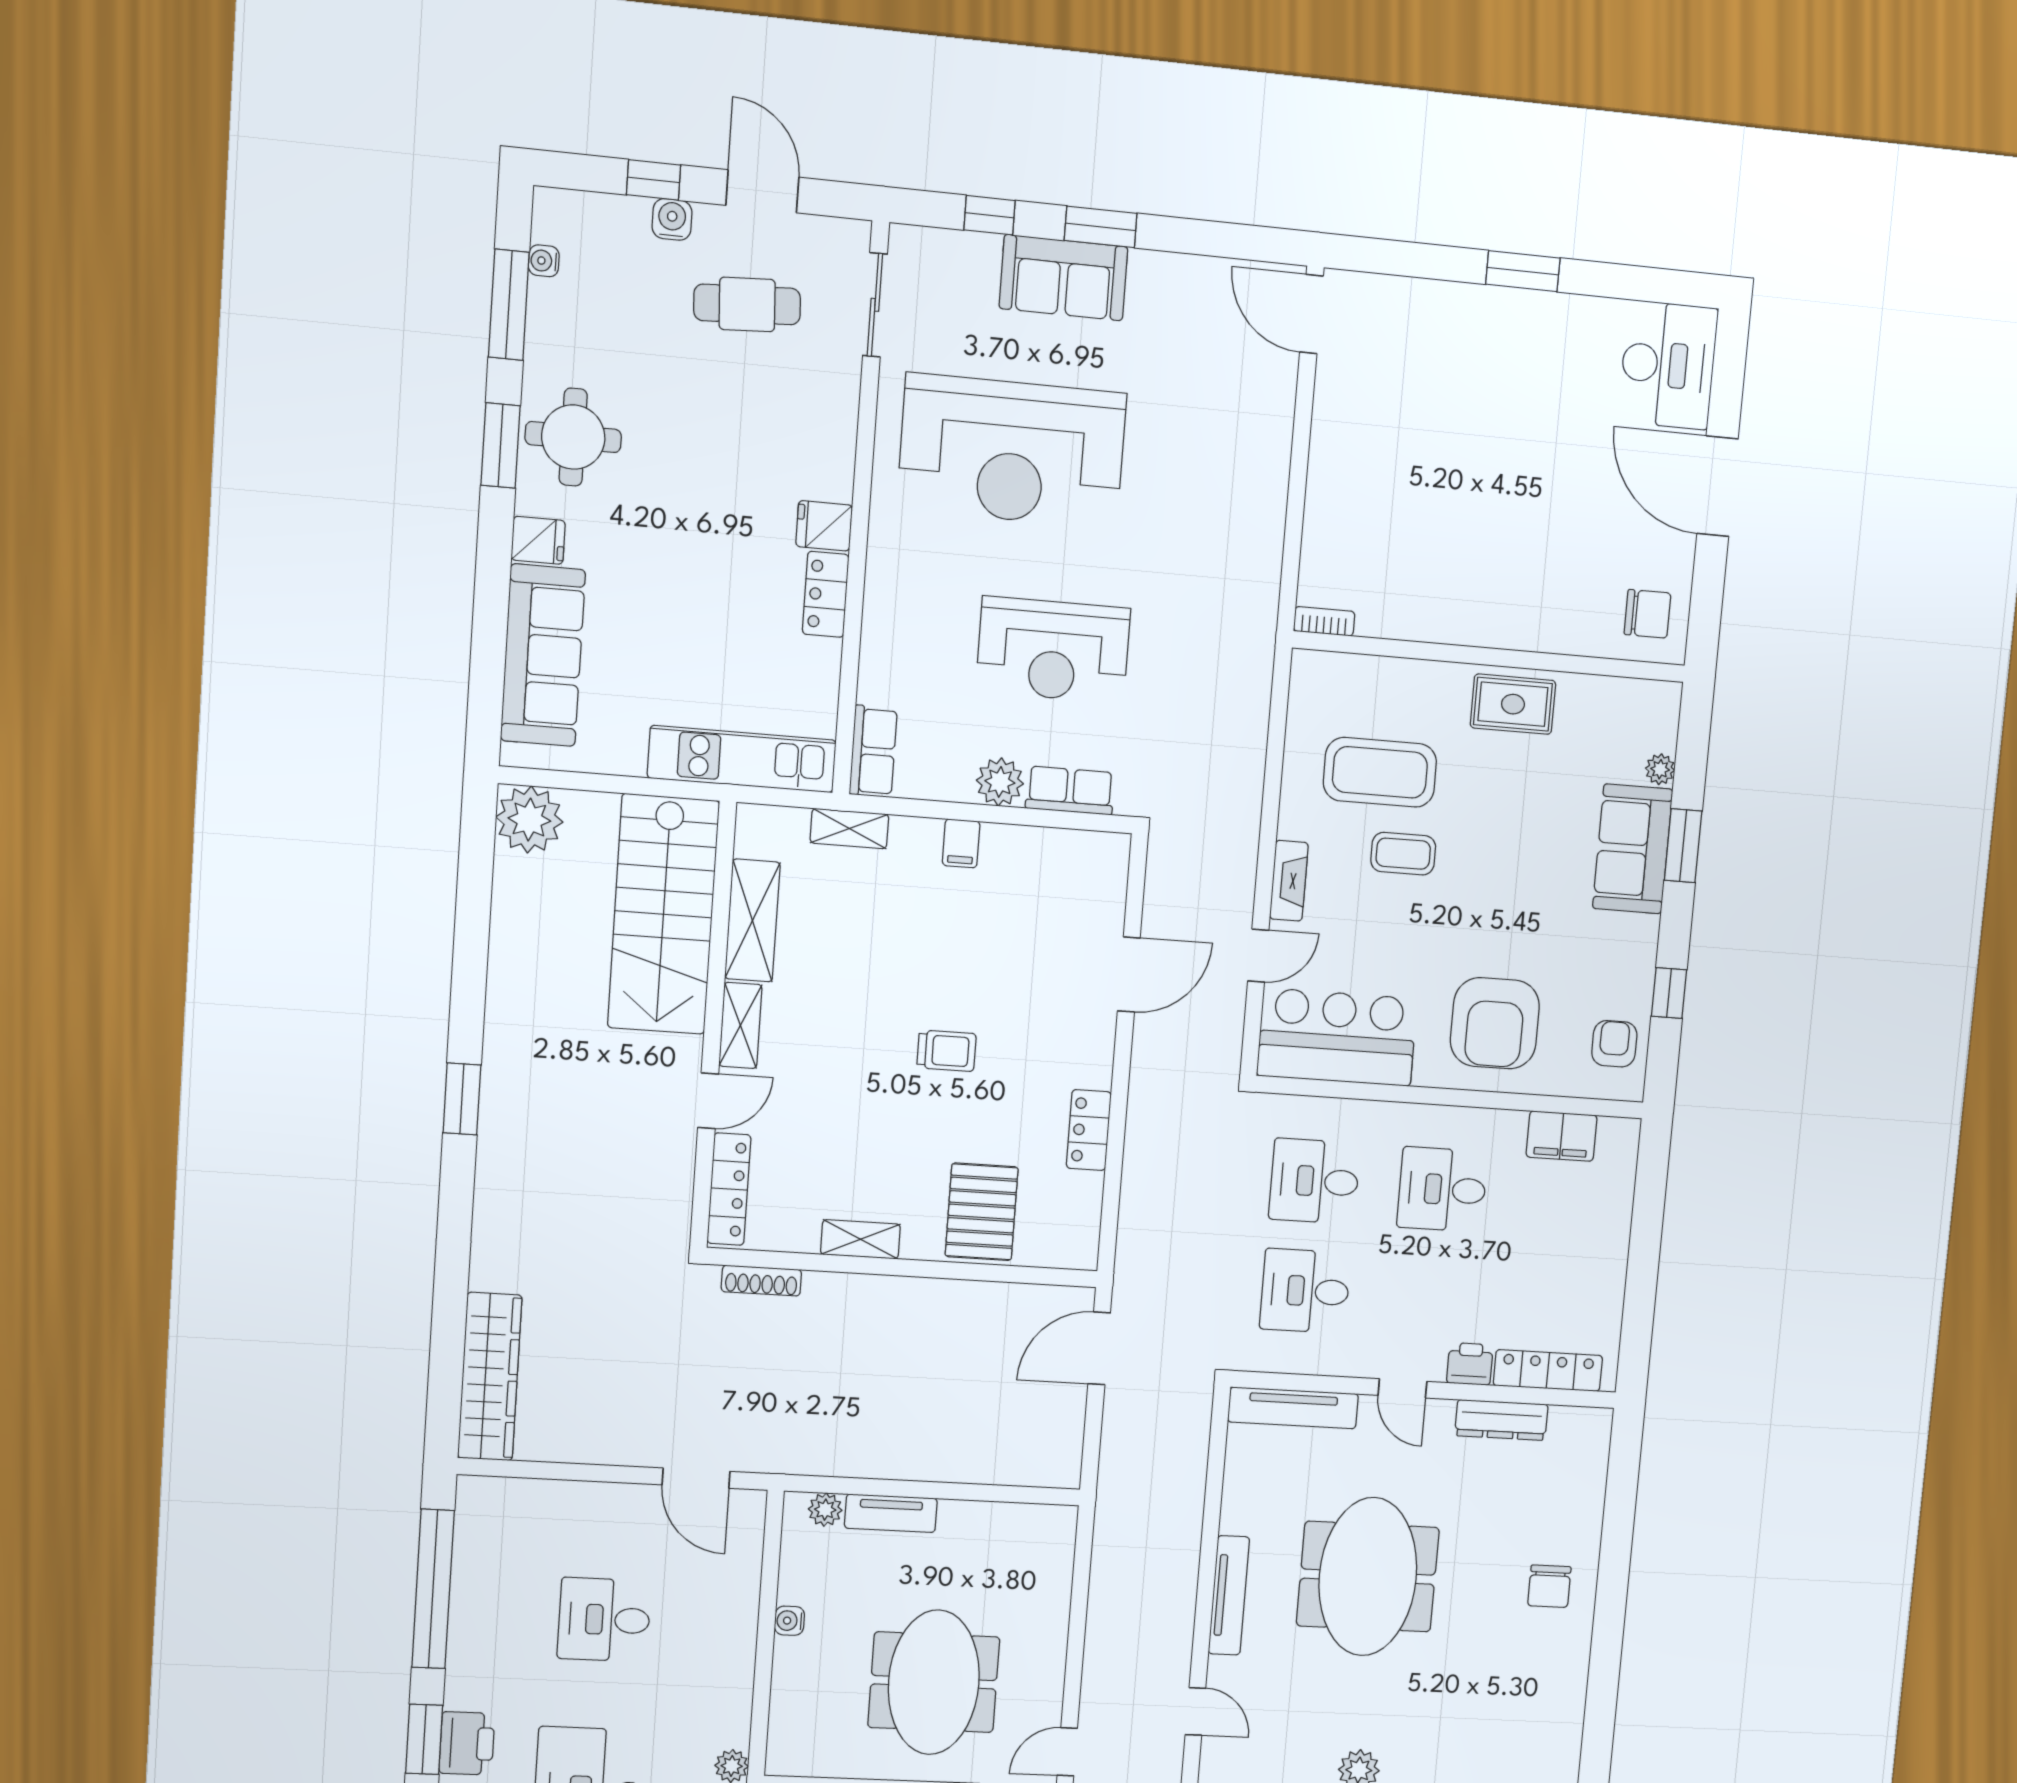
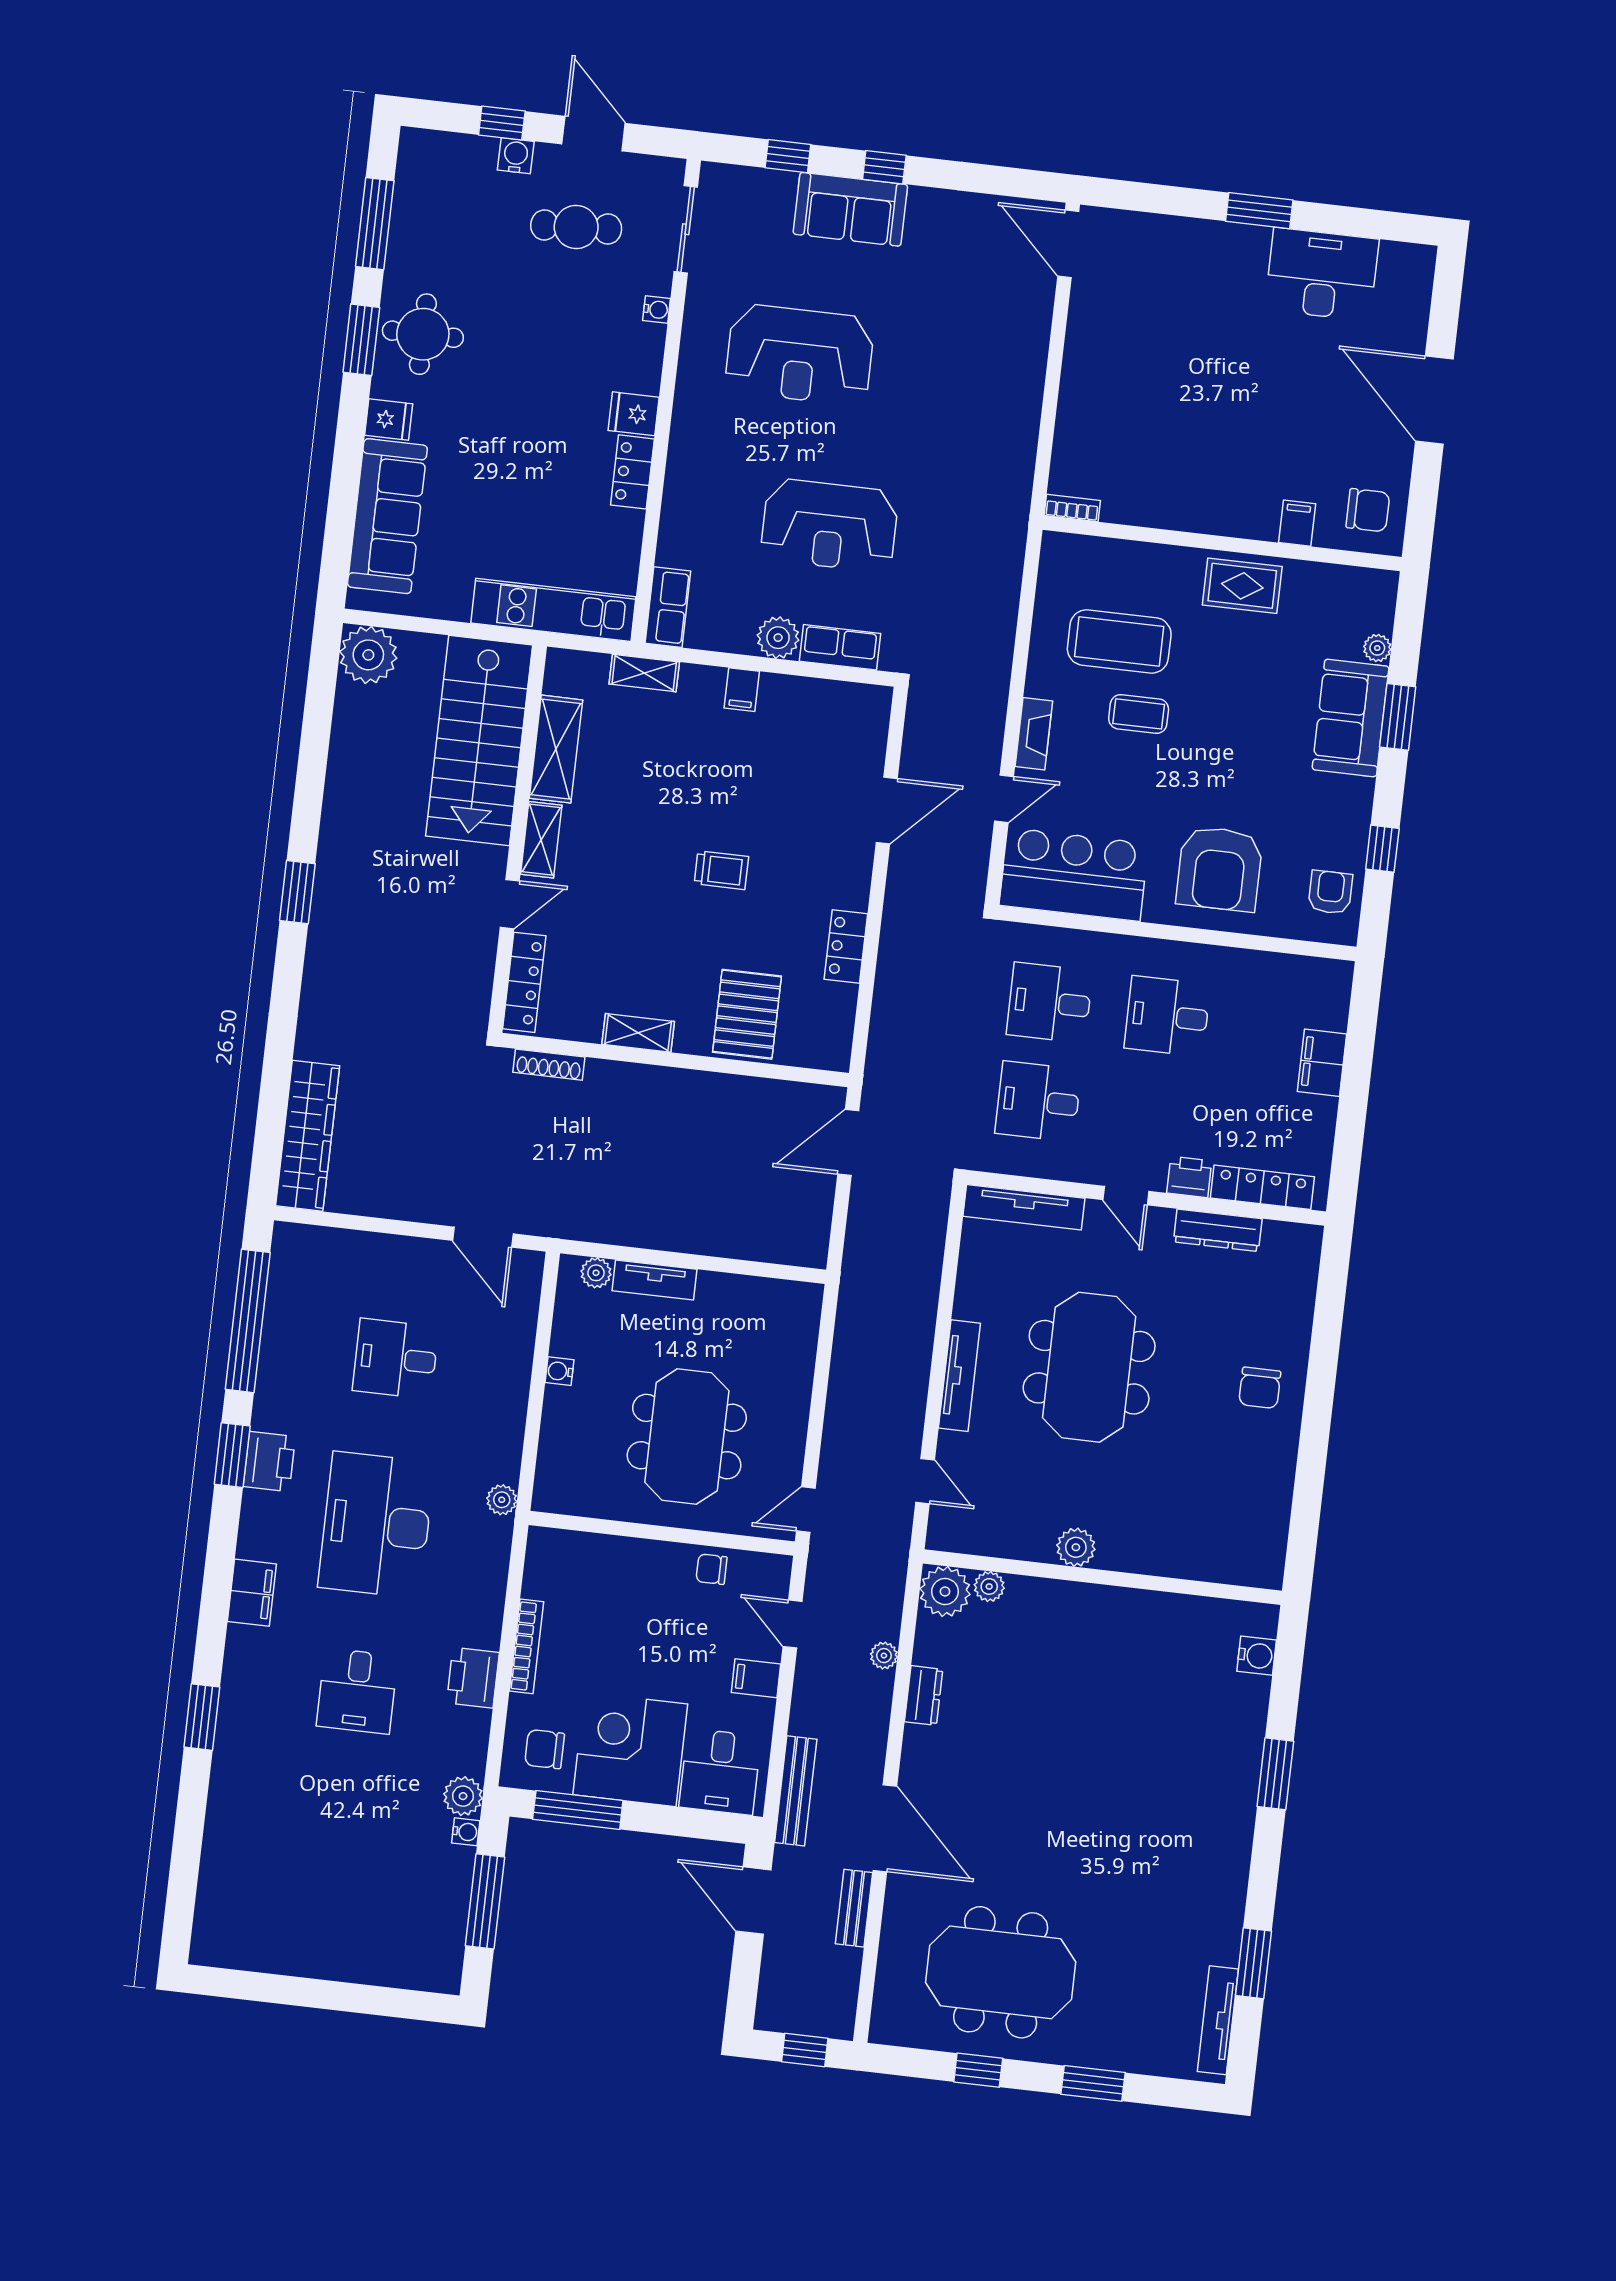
window: (1101, 227) -> (884, 167), width x0.67
water cooler: (544, 261) -> (657, 310), moved, turned 180
desk: (1668, 365) -> (1322, 274), moved, turned -90
reception desk: (1012, 451) -> (800, 355), width x0.74, depth x0.77
filing cabinet: (1571, 631) -> (1297, 523), added
filing cabinet: (1562, 1136) -> (1322, 1063), moved, turned 90

